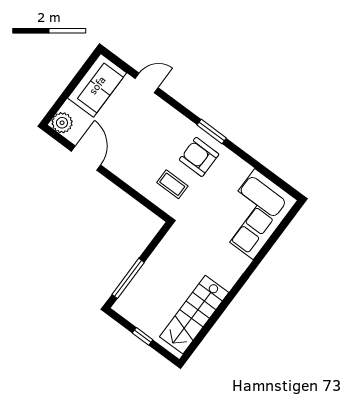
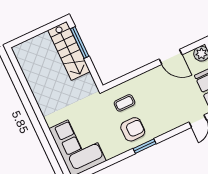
stairs: (194, 315) -> (69, 51), moved, turned 180
window: (143, 336) -> (38, 32), removed

